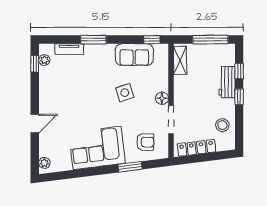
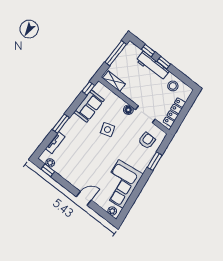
workbench: (227, 82) -> (153, 66), width x1.38
door: (35, 124) -> (84, 198), hinge flipped
corner sofa: (97, 148) -> (121, 184), moved

